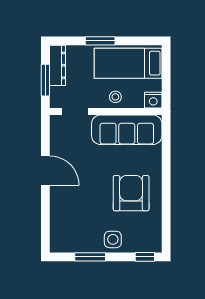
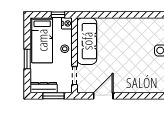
window: (166, 87) -> (58, 15), added
door: (45, 171) -> (103, 96), moved
armchair: (131, 193) -> (129, 38), removed

